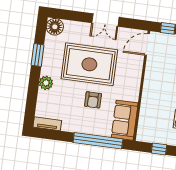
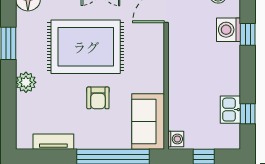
tv unit: (47, 124) -> (53, 142), moved
washing machine: (142, 135) -> (176, 139), added

